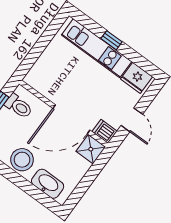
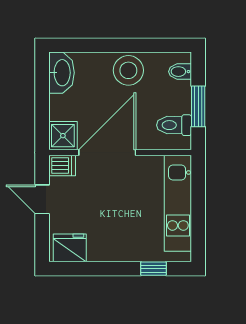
window: (111, 40) -> (153, 269), moved
kitchen unit: (97, 48) -> (178, 203), moved, turned -90
washbasin: (48, 184) -> (61, 73), moved, turned -90

